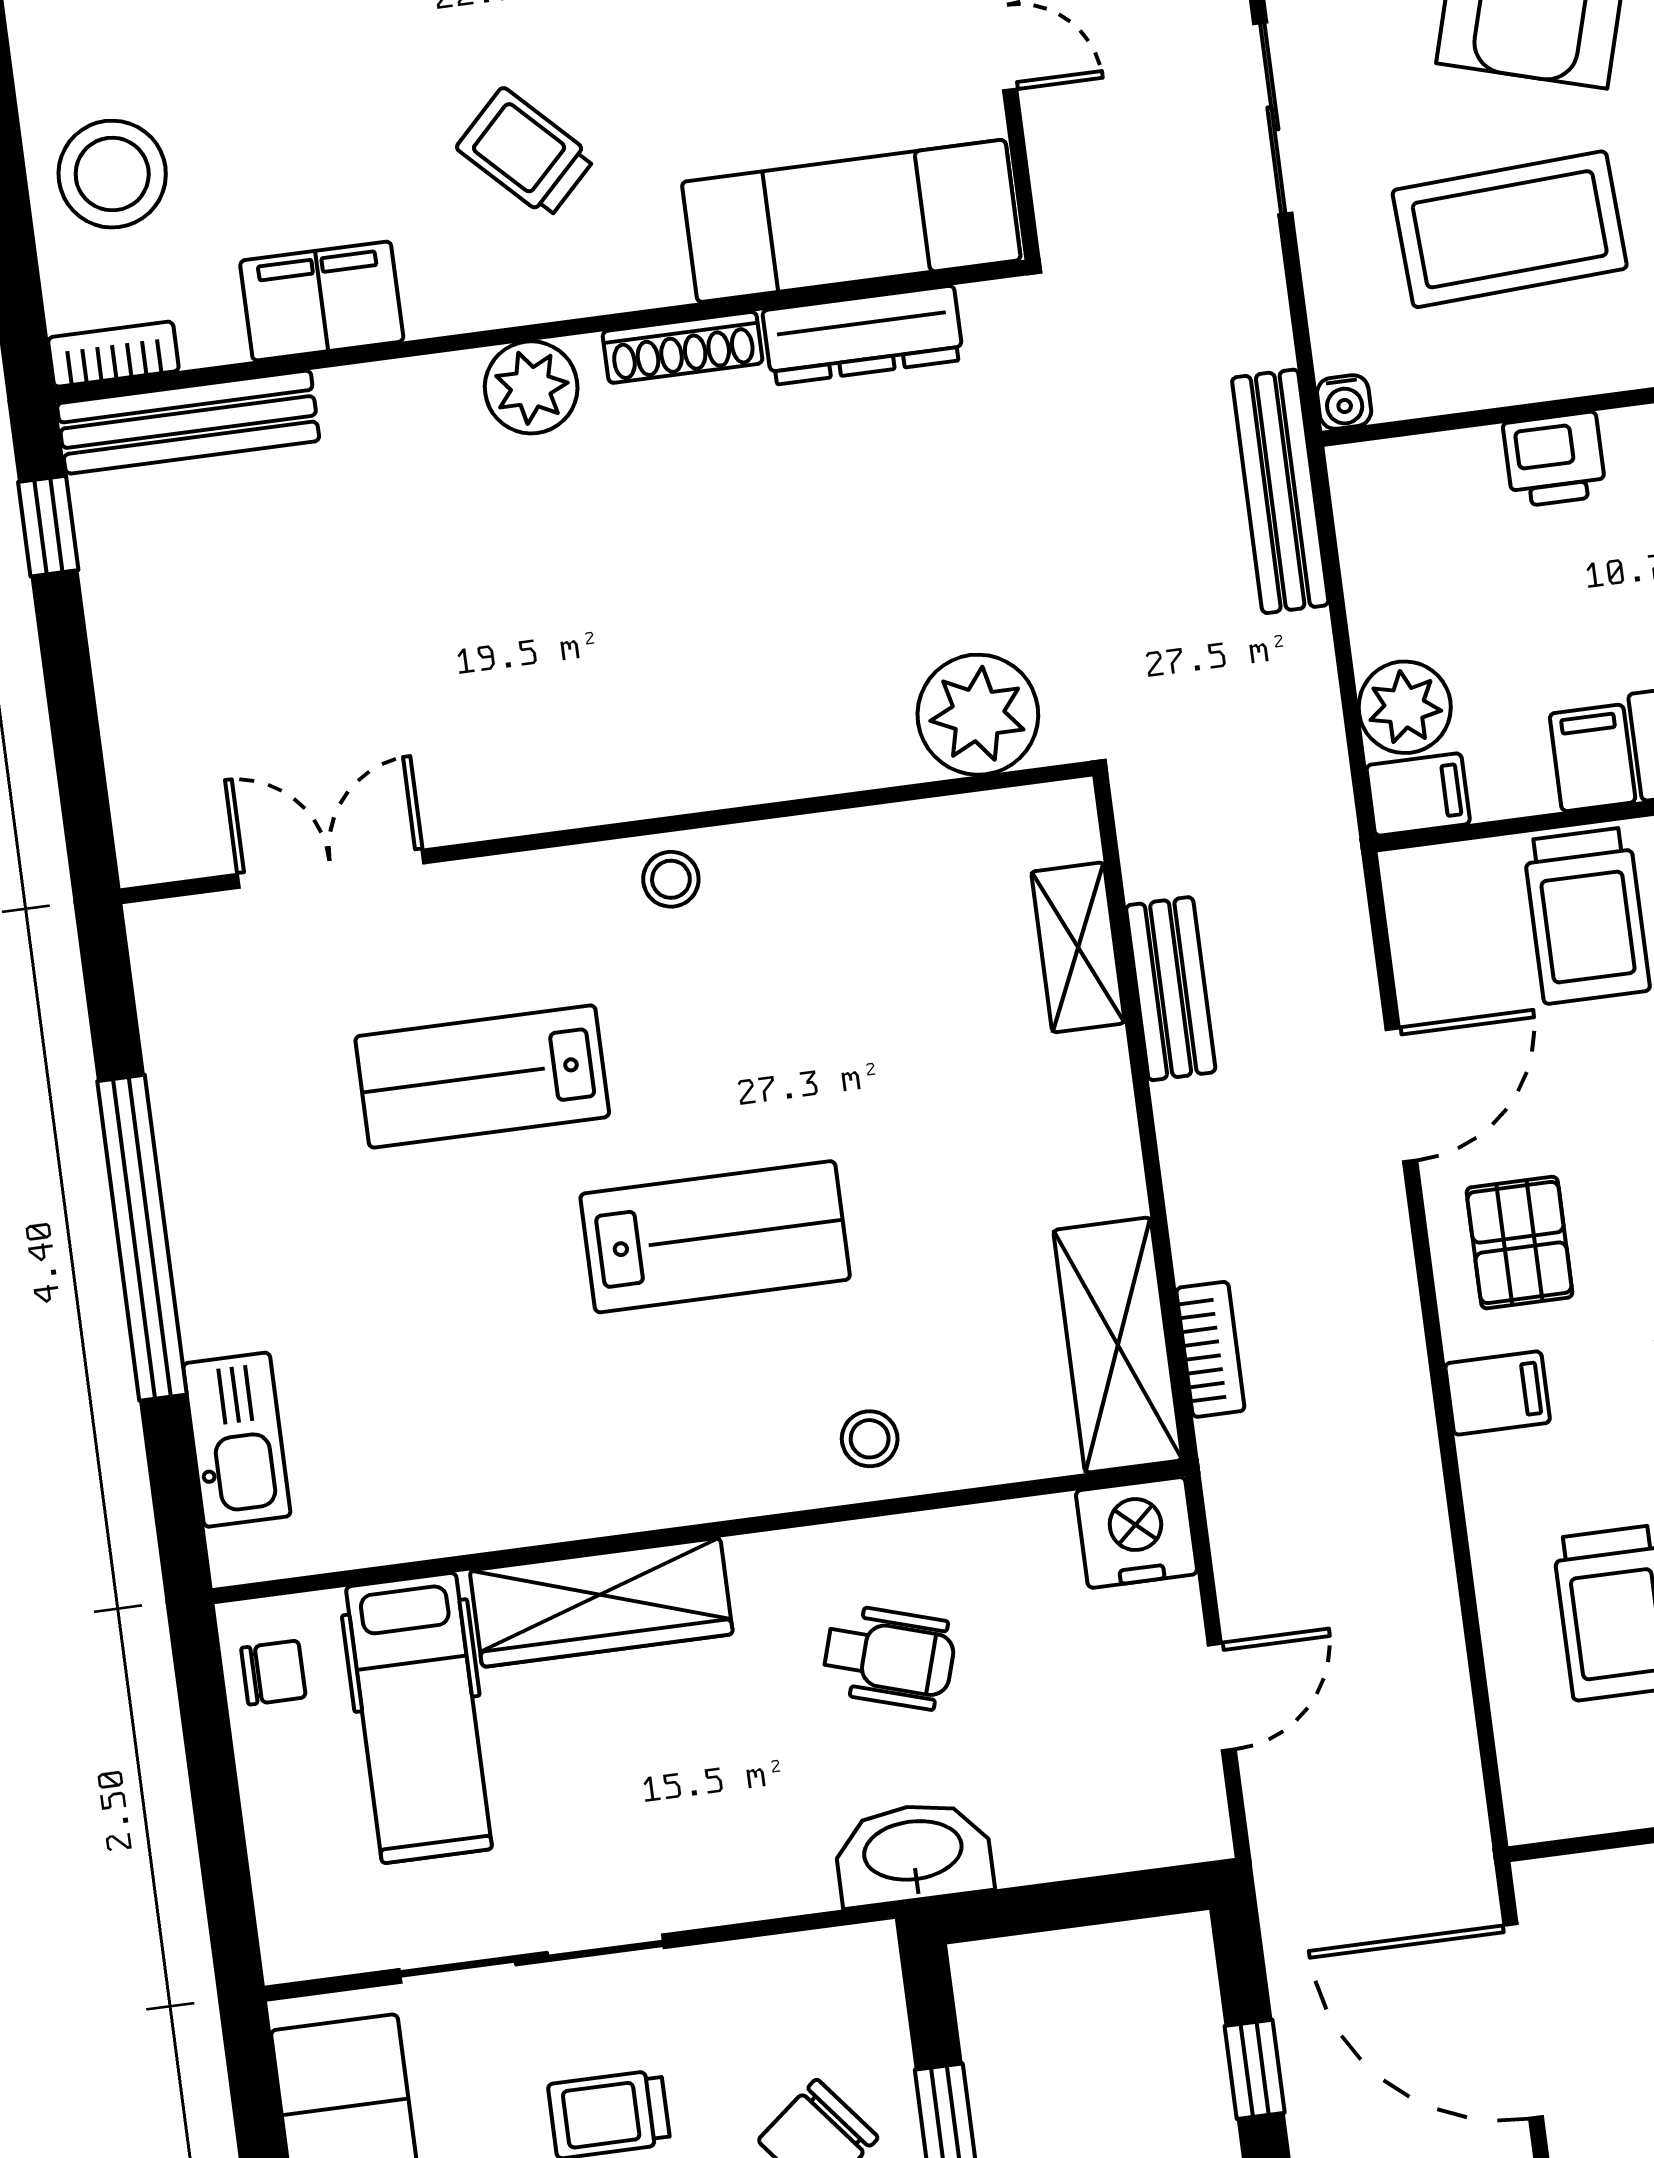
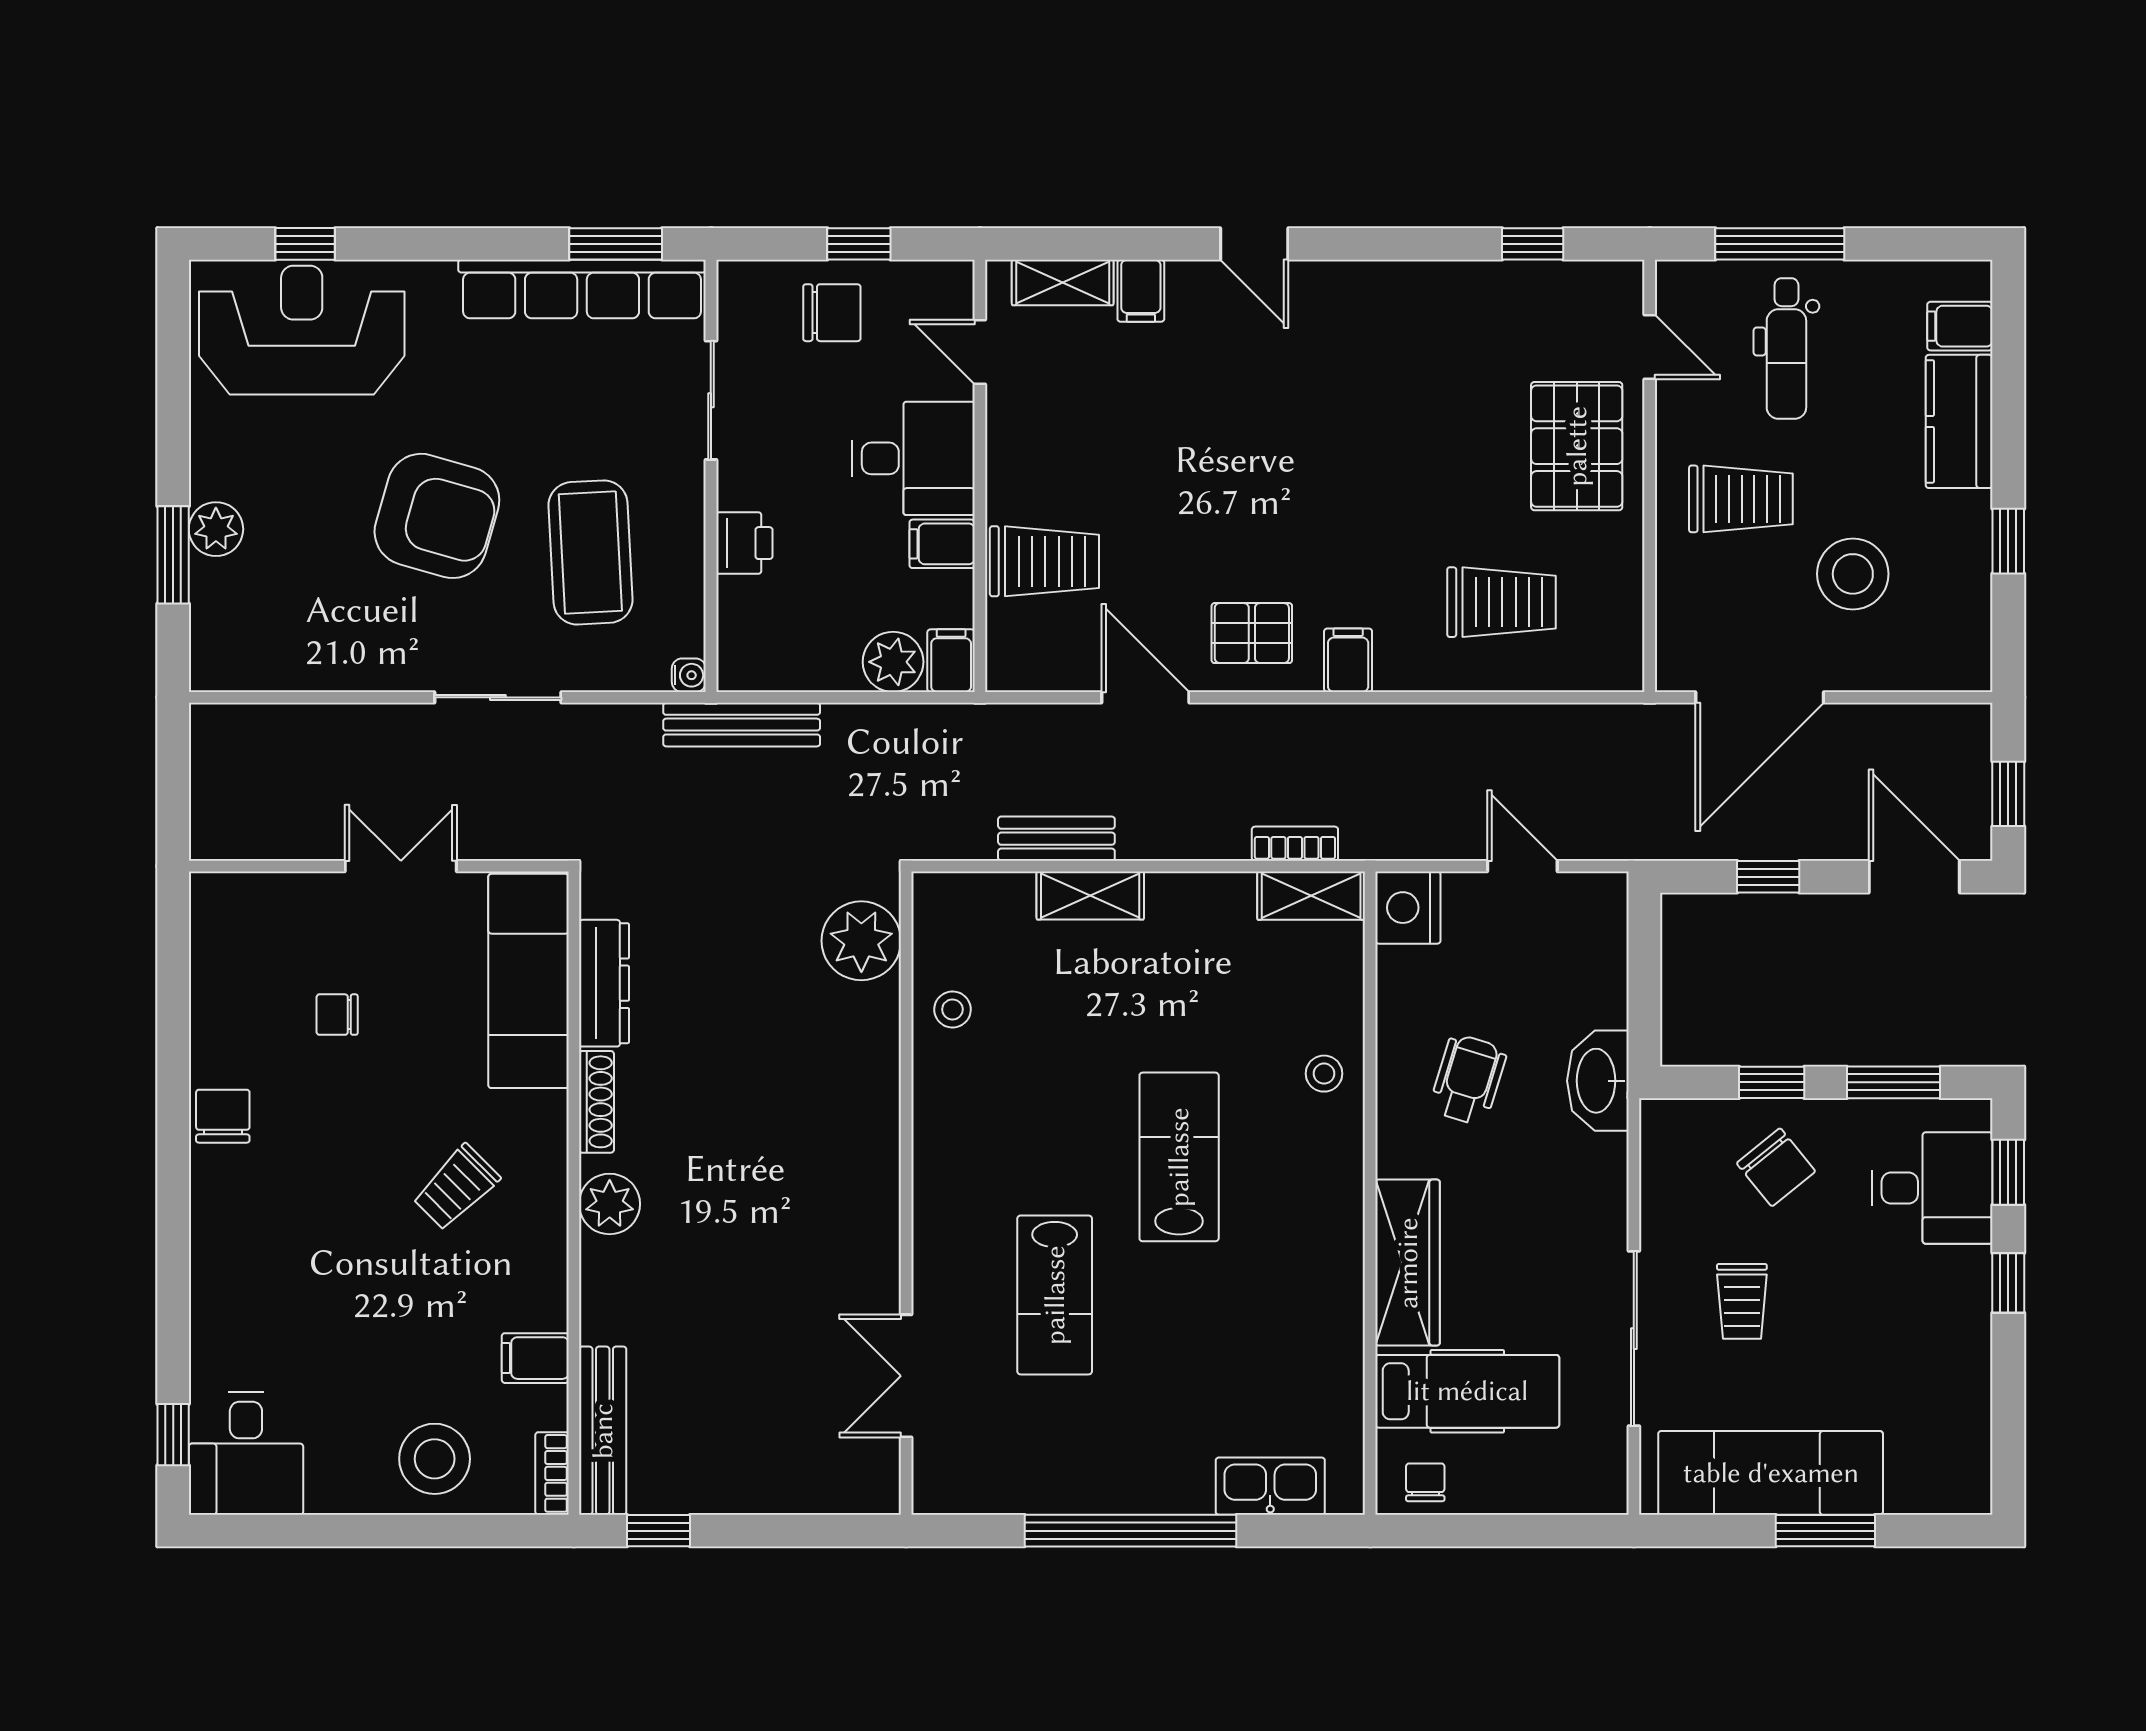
filing cabinet: (322, 301) -> (535, 1358), width x0.50
stool: (671, 879) -> (952, 1009), moved
shelving: (1078, 947) -> (1090, 896), moved
shelving: (1118, 1345) -> (1311, 896), width x0.67, depth x0.75

